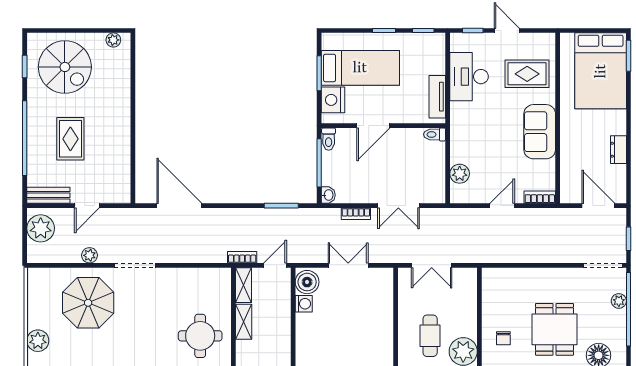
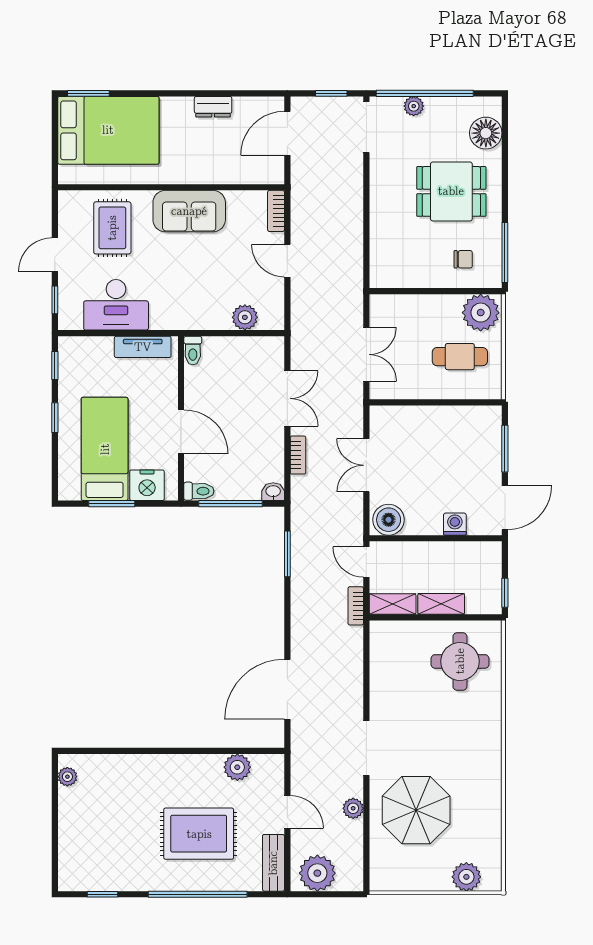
spiral stairs: (65, 67) -> (103, 841), removed
rug: (70, 139) -> (199, 834), width x1.36, depth x1.43
plant: (120, 168) -> (237, 767), added
washing machine: (304, 304) -> (455, 524), moved

